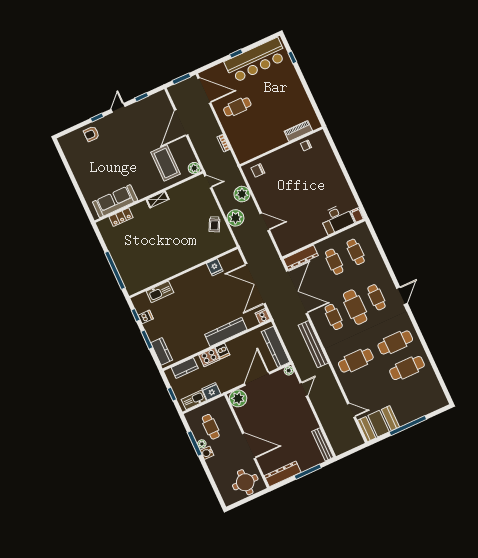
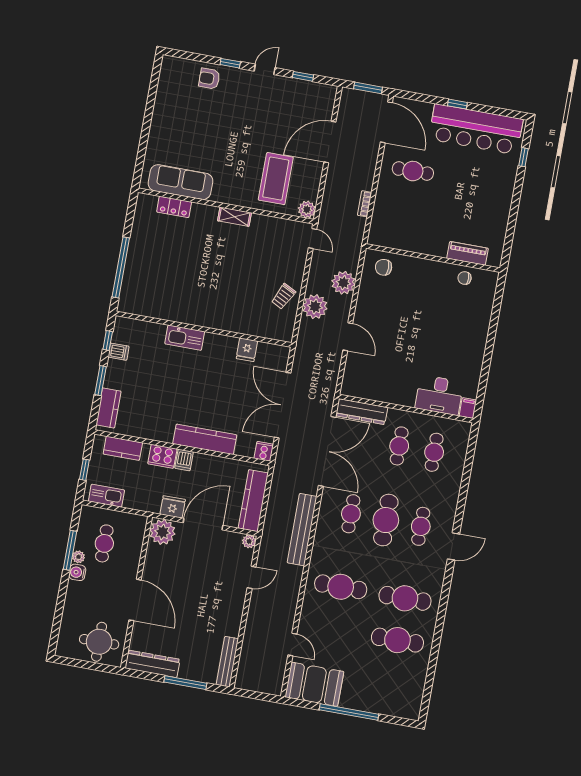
kitchen sink: (160, 292) -> (185, 338), moved
fridge: (211, 391) -> (173, 507), moved

